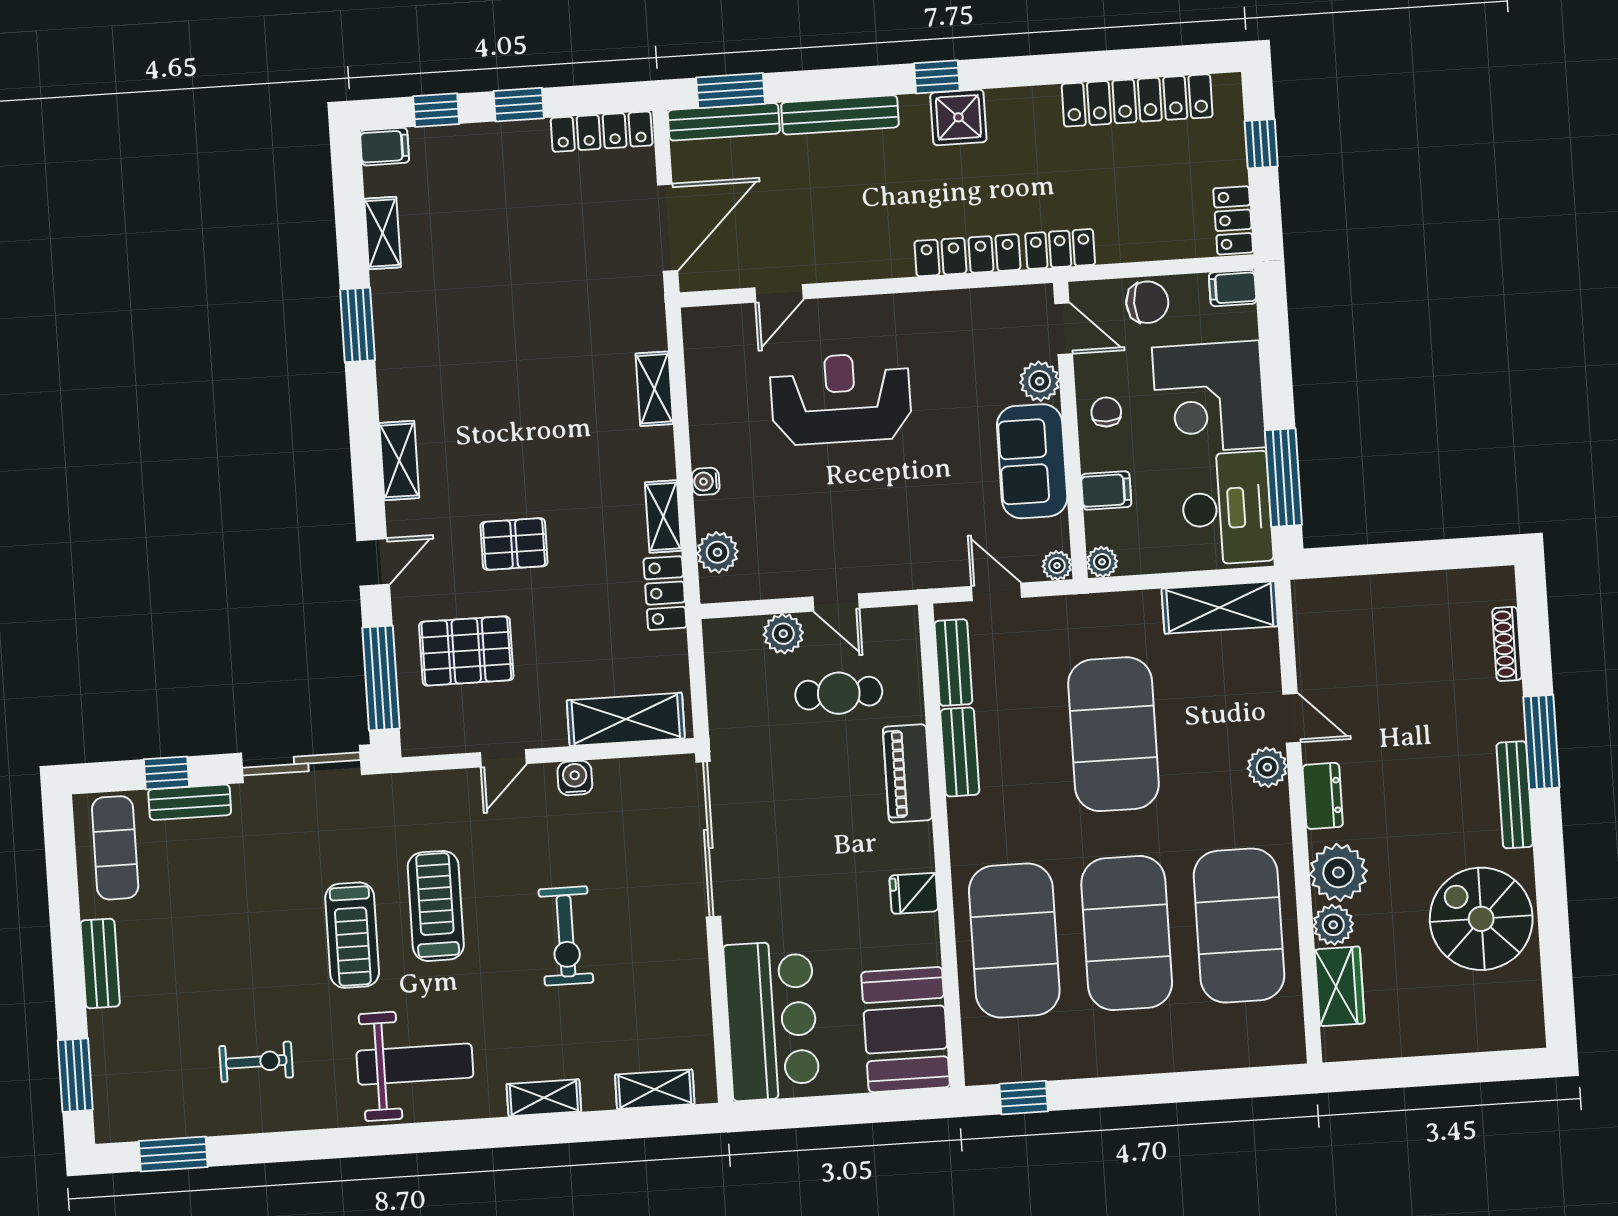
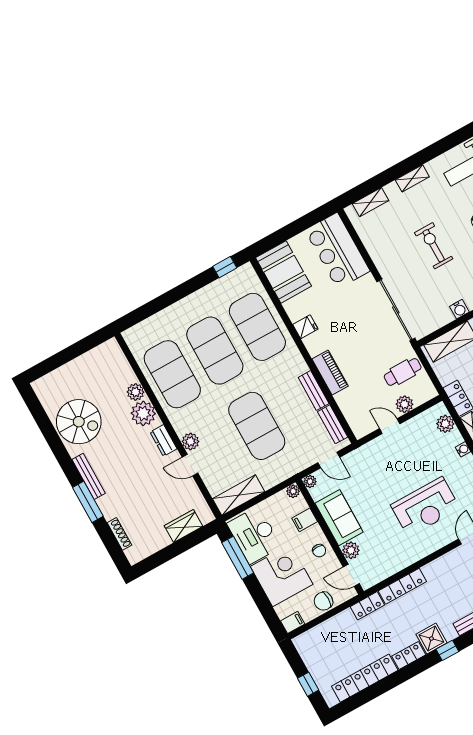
locker: (1233, 220) -> (409, 655), moved, turned -90
cafe table: (839, 693) -> (403, 372), moved
wardrobe: (1340, 986) -> (184, 526), moved, turned 90

